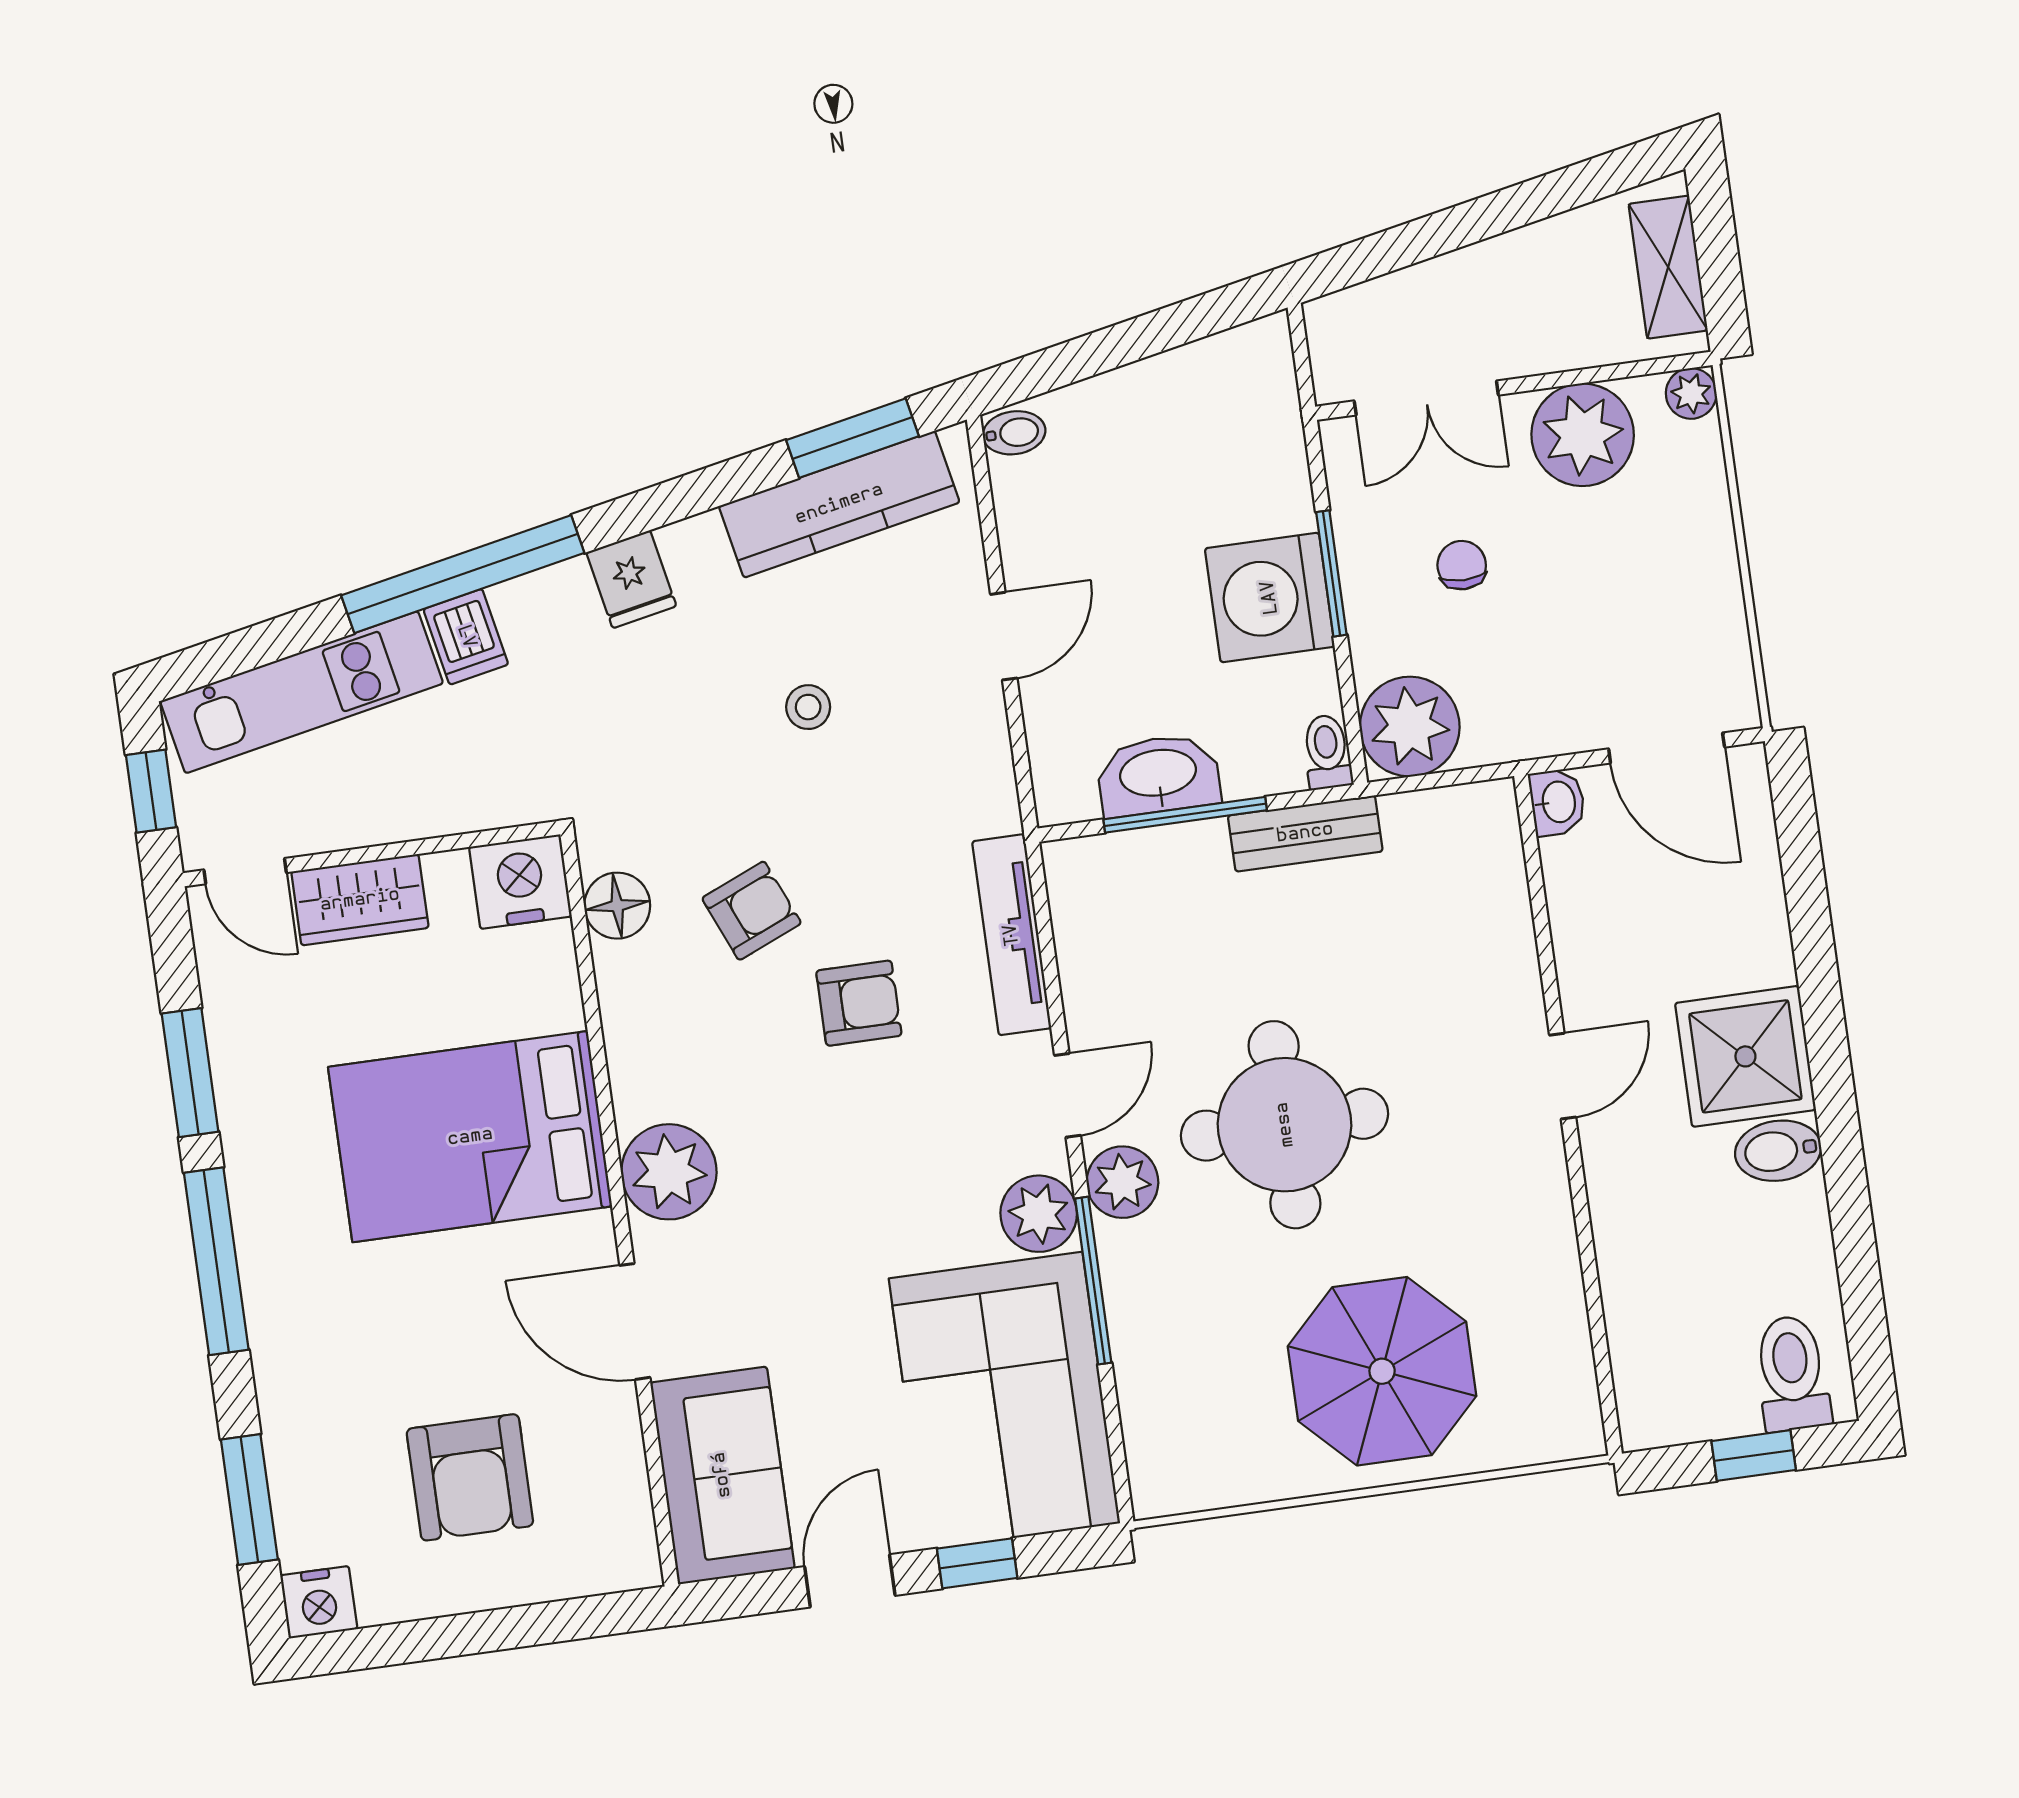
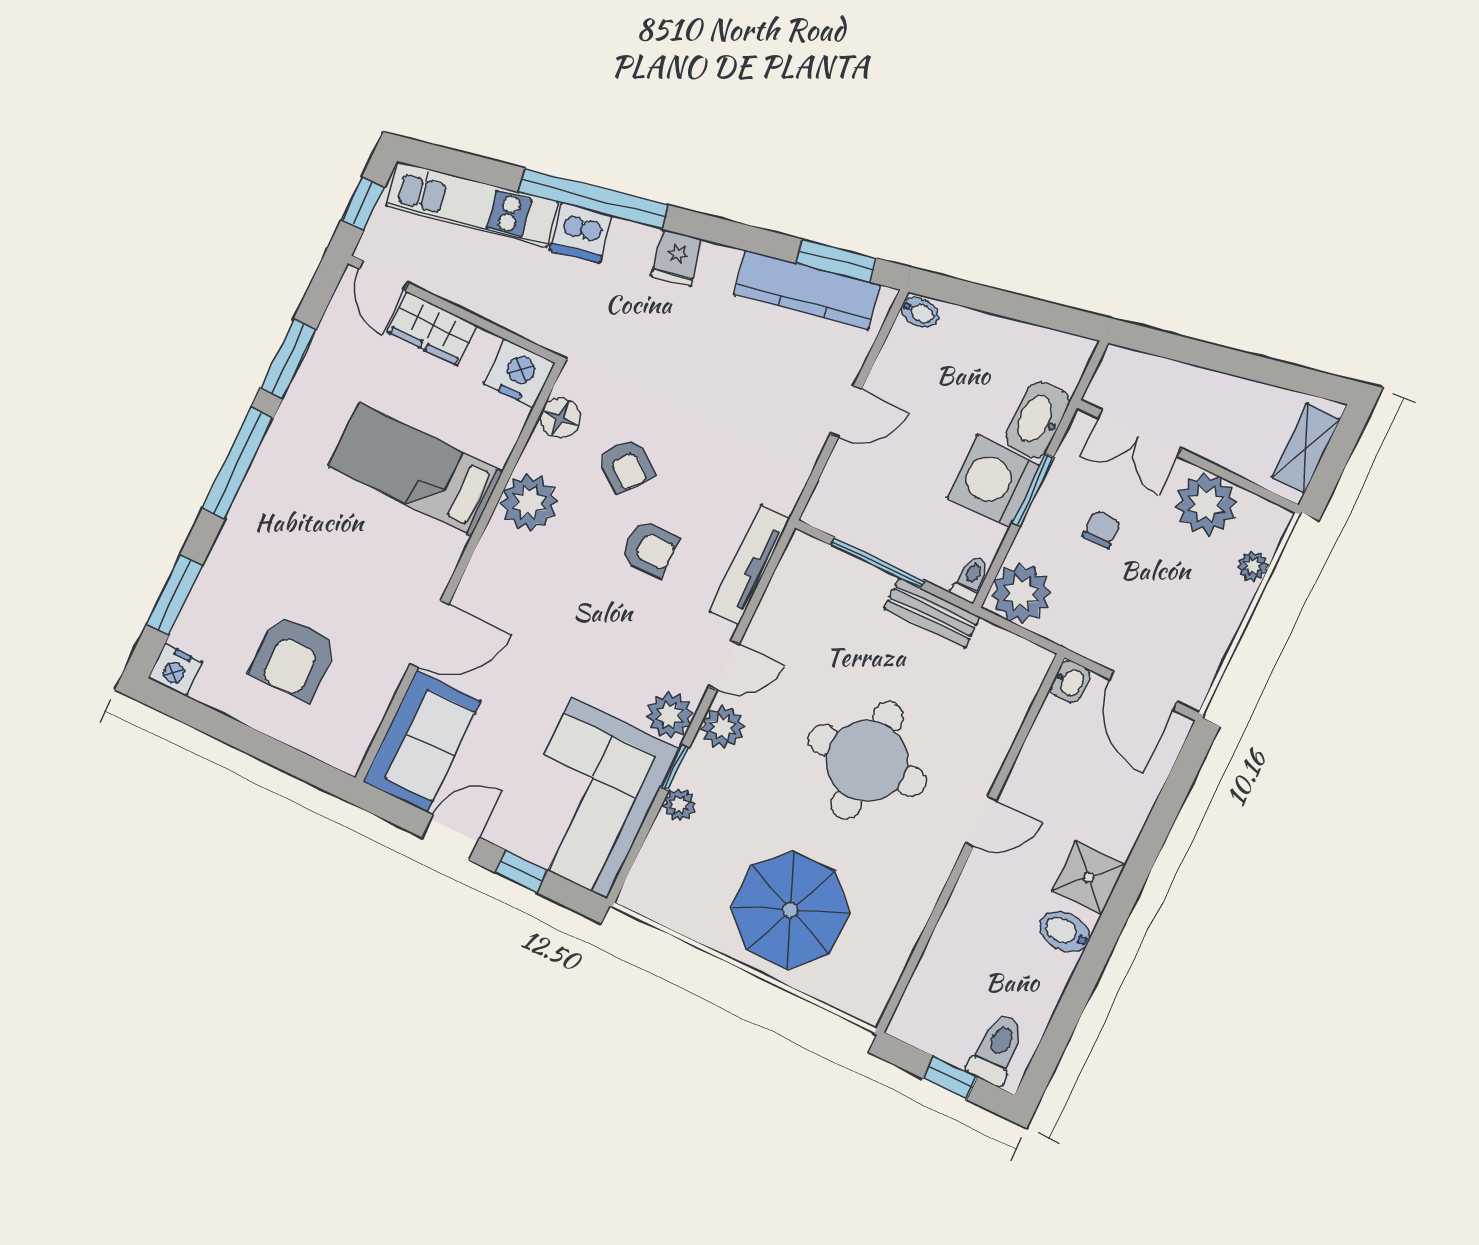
plant: (1691, 393) -> (1253, 566), moved
dishwasher: (466, 637) -> (581, 233), width x1.38
stool: (808, 707) -> (723, 382), removed
washbasin: (1158, 775) -> (1037, 420), moved, turned -90
armchair: (752, 911) -> (626, 466), turned 61
shower: (1745, 1056) -> (1089, 878), width x0.73, depth x0.73
round table: (1285, 1125) -> (867, 761), moved
bed: (470, 1137) -> (416, 469), width x0.67
plant: (669, 1172) -> (529, 502), moved
window: (1093, 1281) -> (675, 767), width x0.46
door: (635, 1321) -> (429, 634), swing flipped
plant: (1134, 1328) -> (679, 805), added

